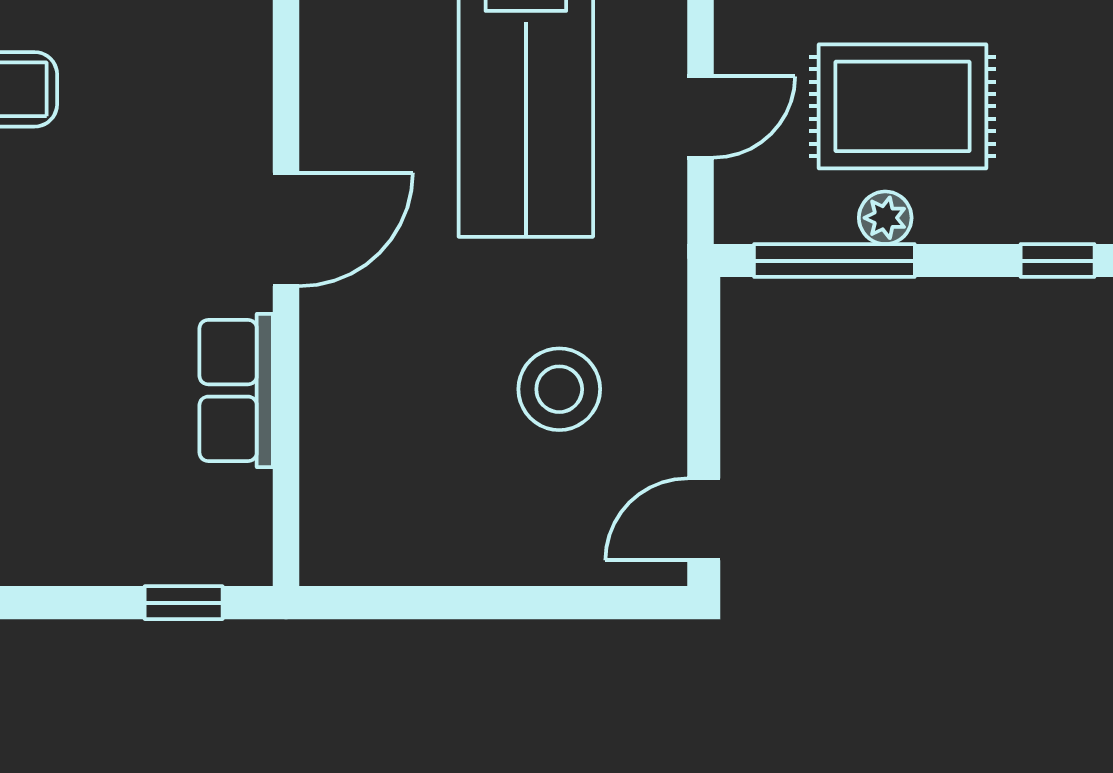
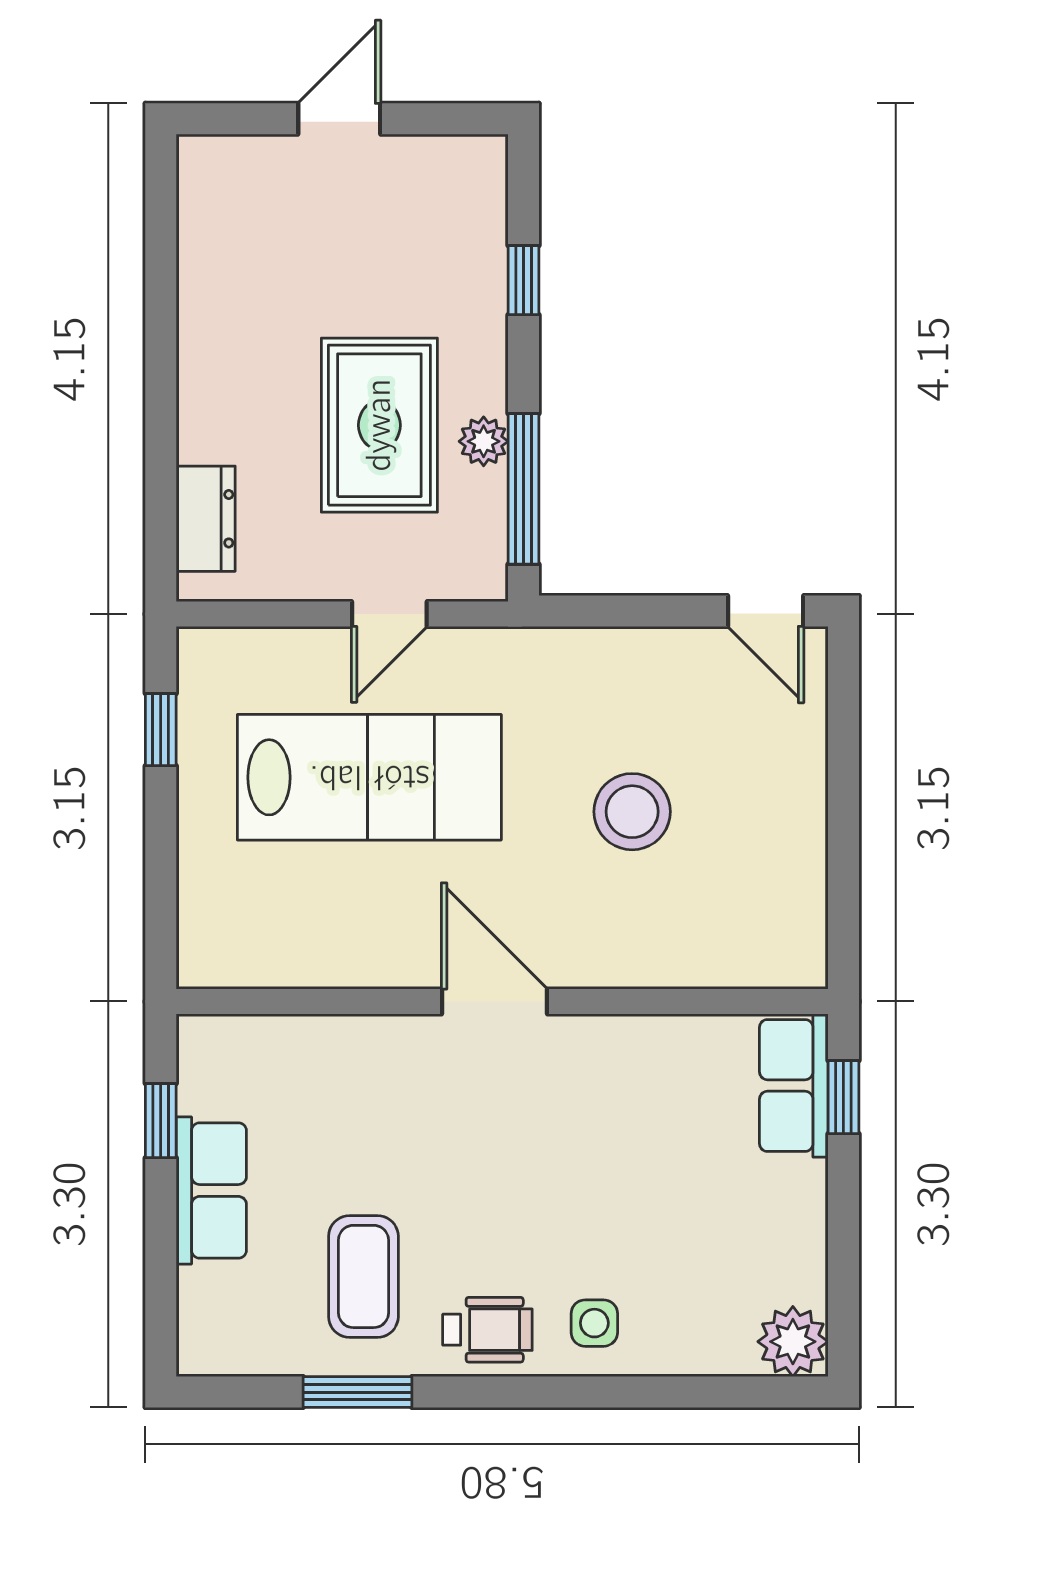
door: (700, 117) -> (389, 614), swing flipped
stool: (559, 389) -> (632, 812), moved
row of seats: (236, 390) -> (794, 1086), moved, turned 90

